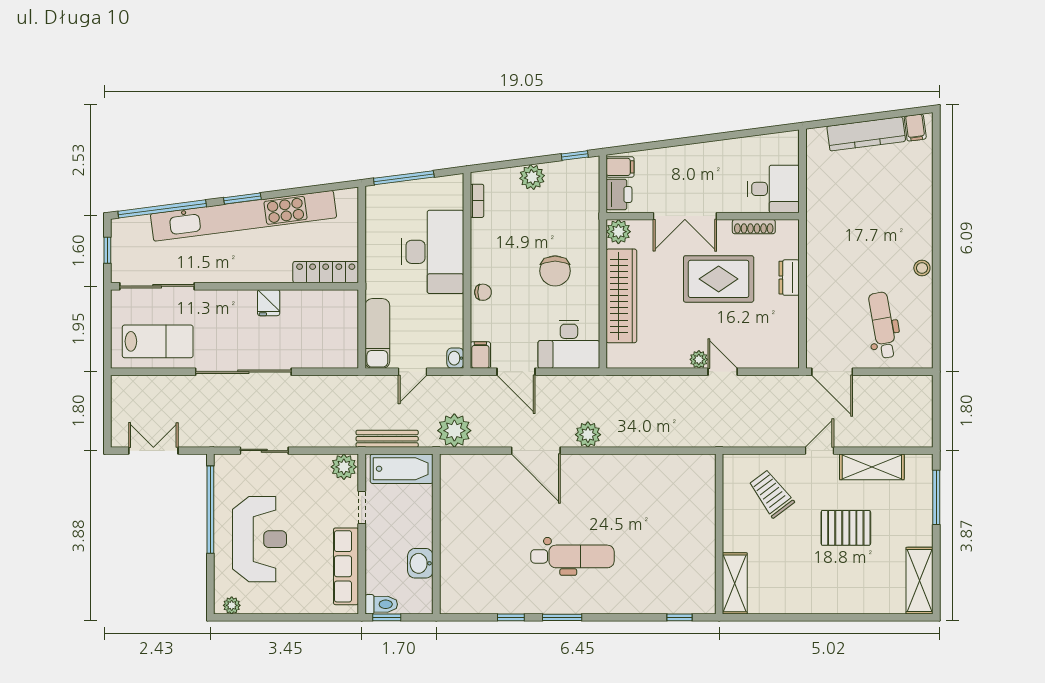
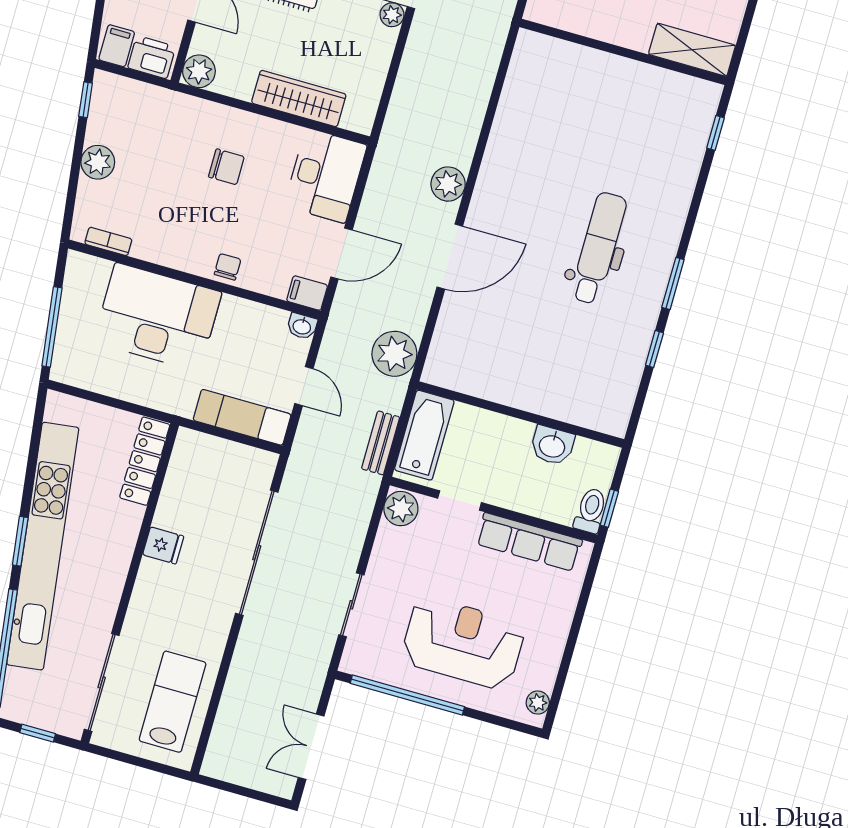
chair: (555, 271) -> (226, 167), width x0.73, depth x0.73
wardrobe: (621, 296) -> (299, 99), width x0.71, depth x0.85
sliding door: (243, 372) -> (257, 553), moved
bench: (387, 439) -> (381, 443), width x0.73

